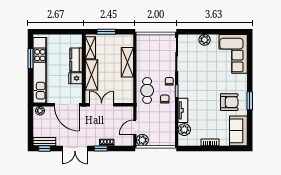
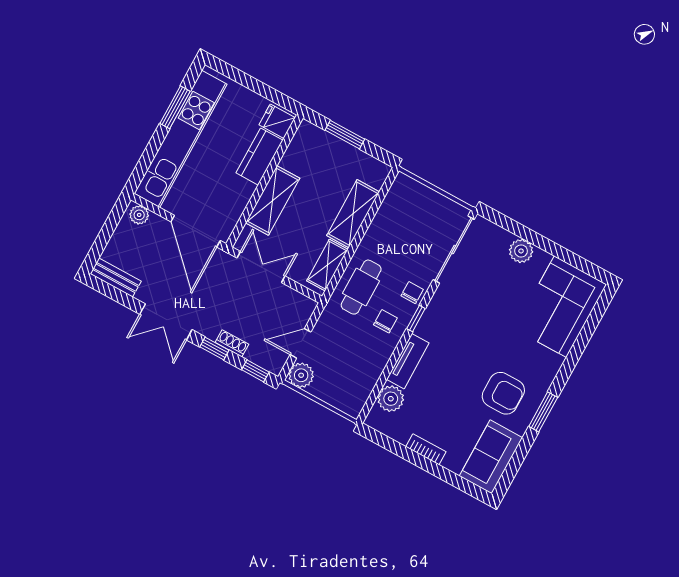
shelving: (90, 48) -> (327, 265), moved
fridge: (75, 78) -> (277, 121), moved
window: (45, 149) -> (255, 371), moved

